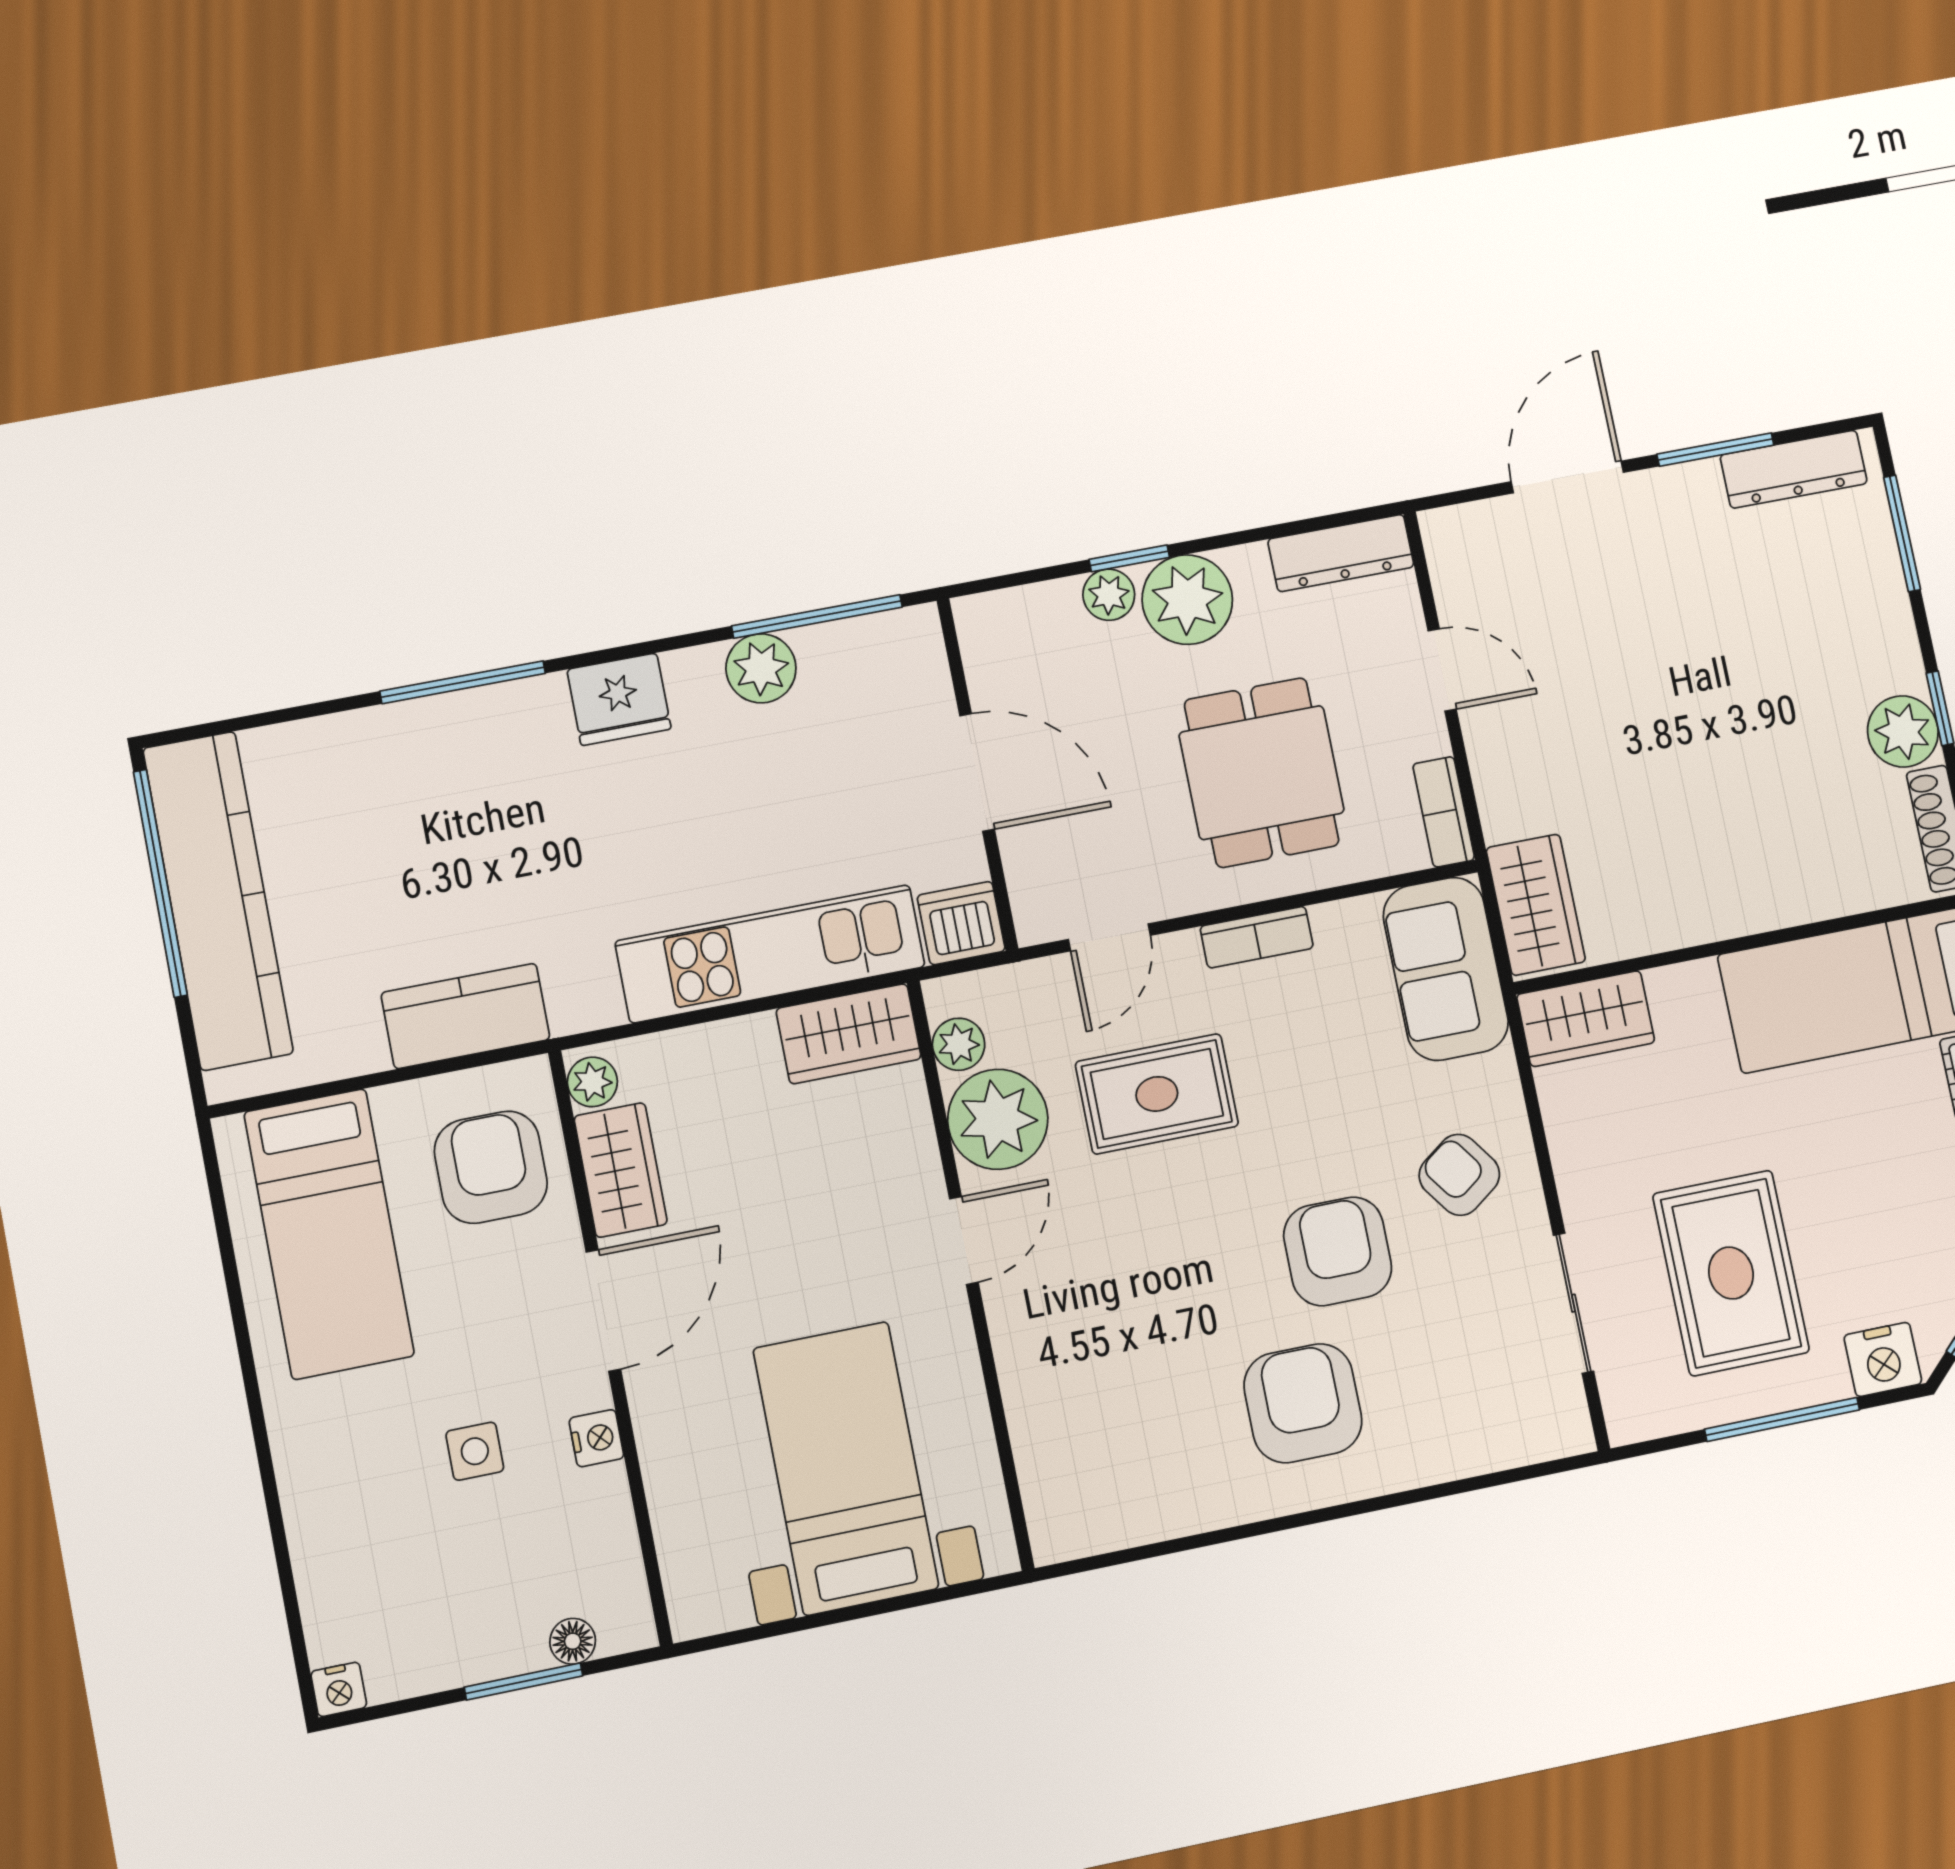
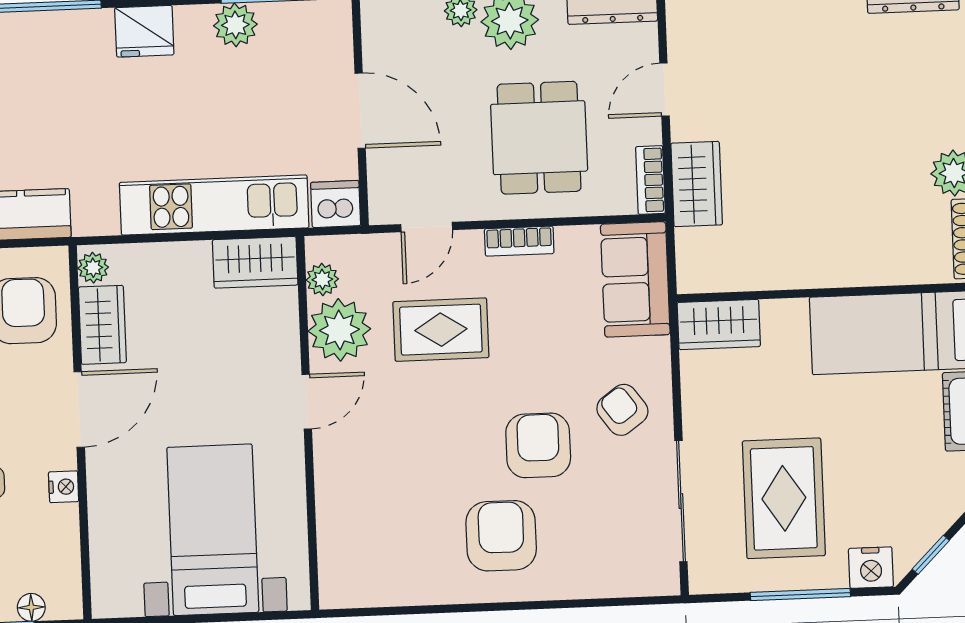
door: (1442, 670) -> (664, 90), swing flipped
wardrobe: (1536, 905) -> (697, 184), moved
sliding door: (1573, 1303) -> (681, 501), width x1.37

